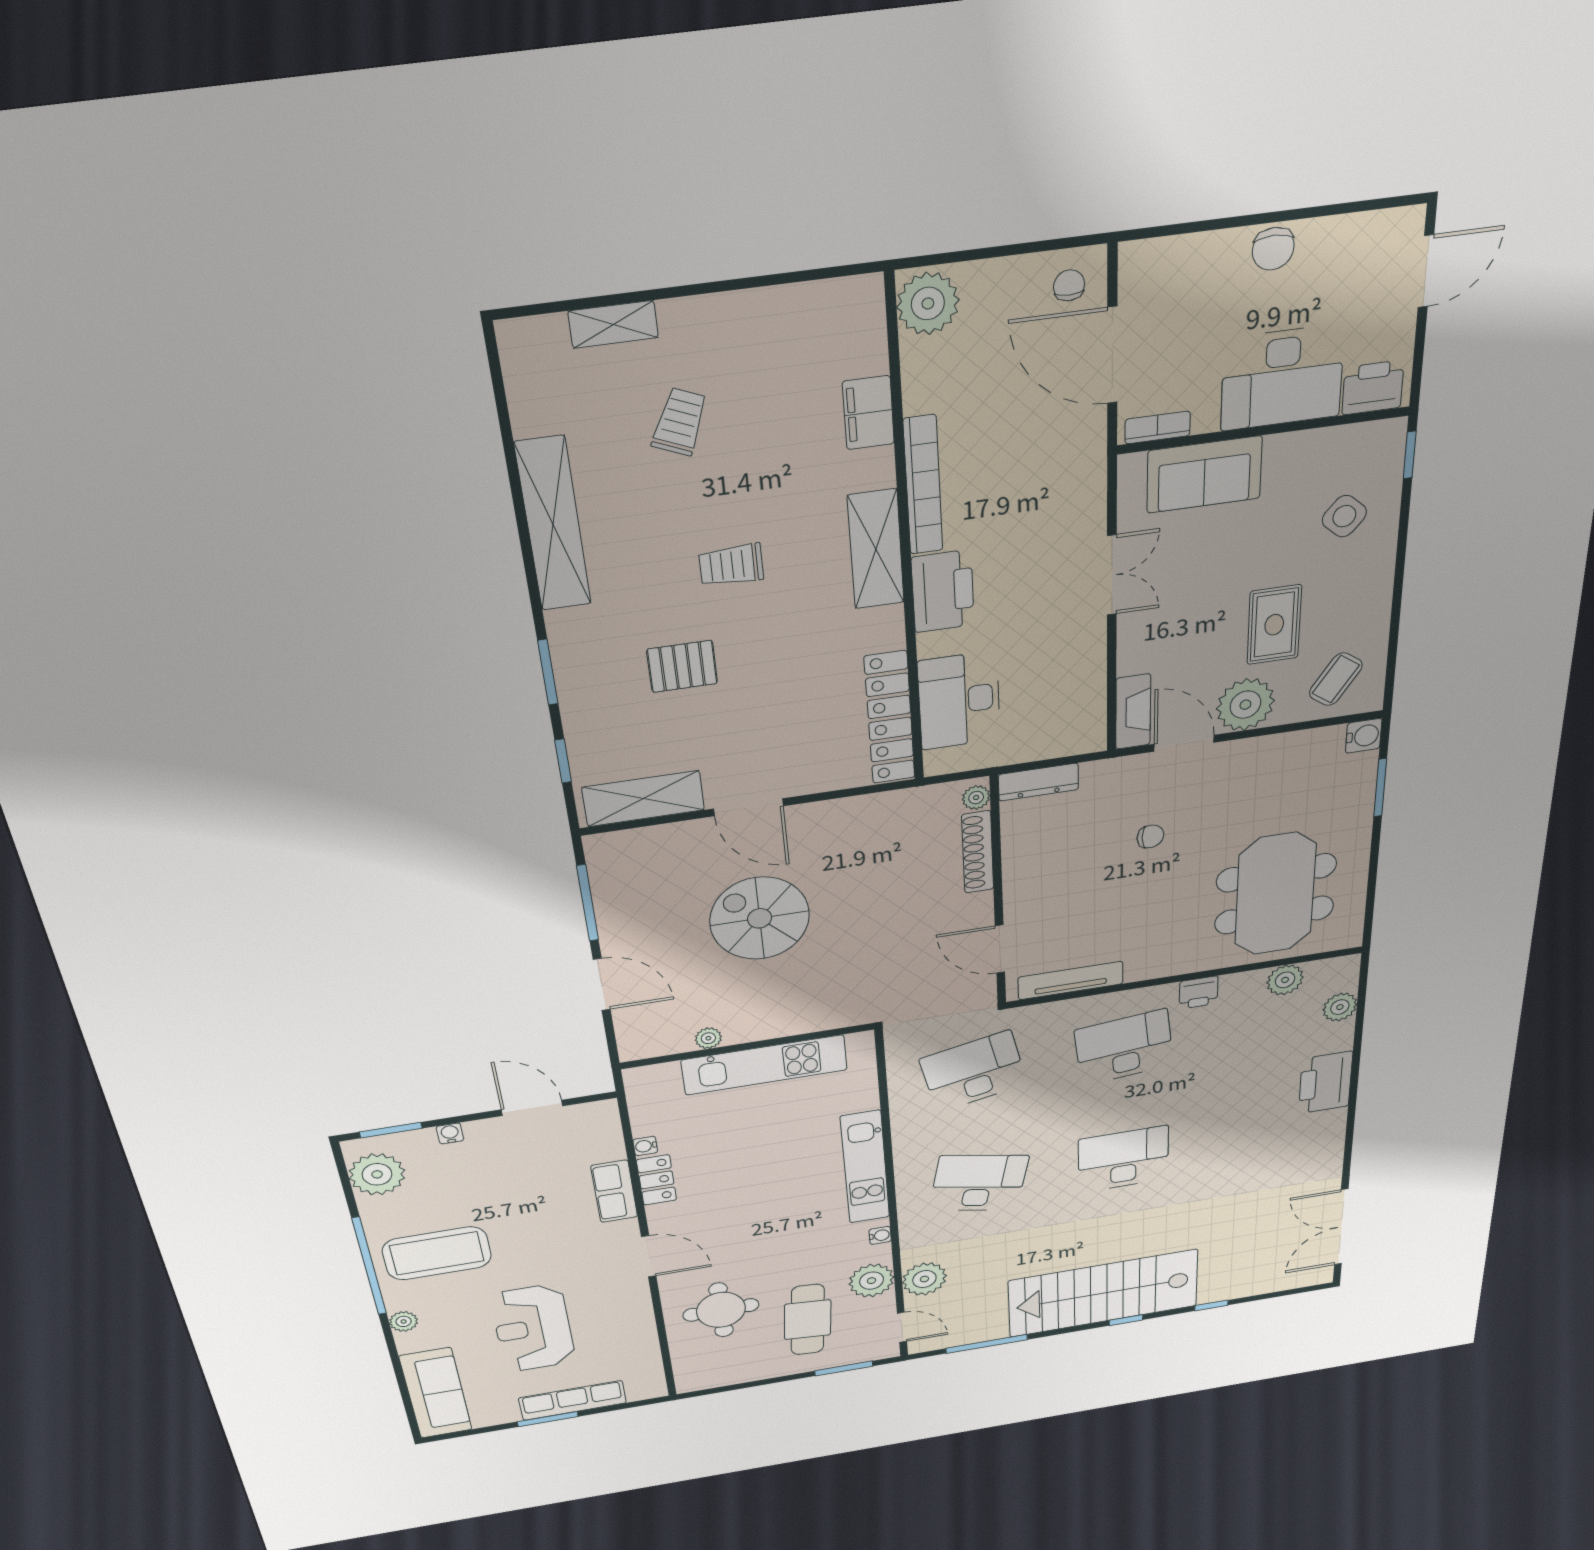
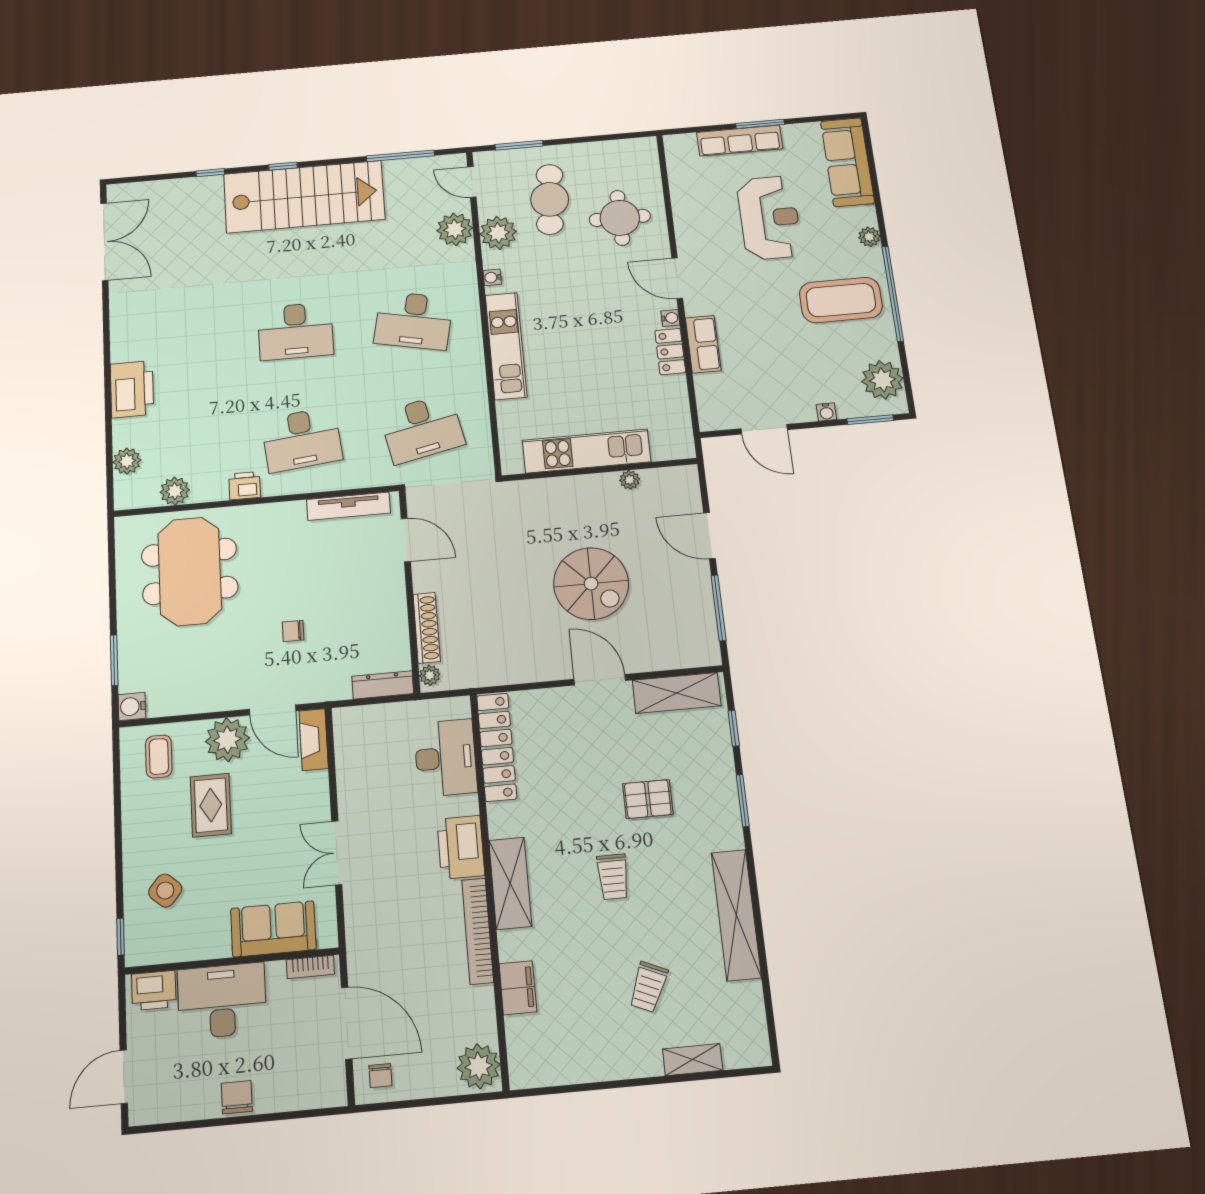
trolley: (731, 565) -> (613, 877), turned 90
coffee table: (1336, 679) -> (159, 756), turned -35
water cooler: (645, 1146) -> (670, 318), moved

